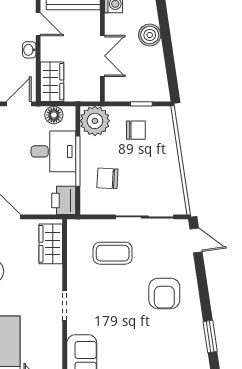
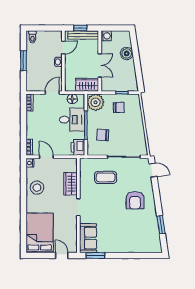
door: (38, 24) -> (63, 47), hinge flipped
wardrobe: (52, 82) -> (87, 85), moved, turned -90
wardrobe: (51, 244) -> (70, 184), moved

